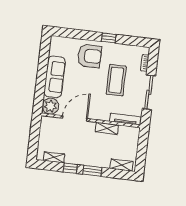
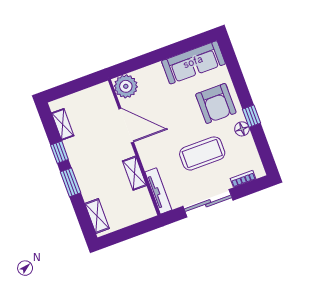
floor lamp: (114, 48) -> (242, 129), added
sofa: (55, 77) -> (193, 62), moved

